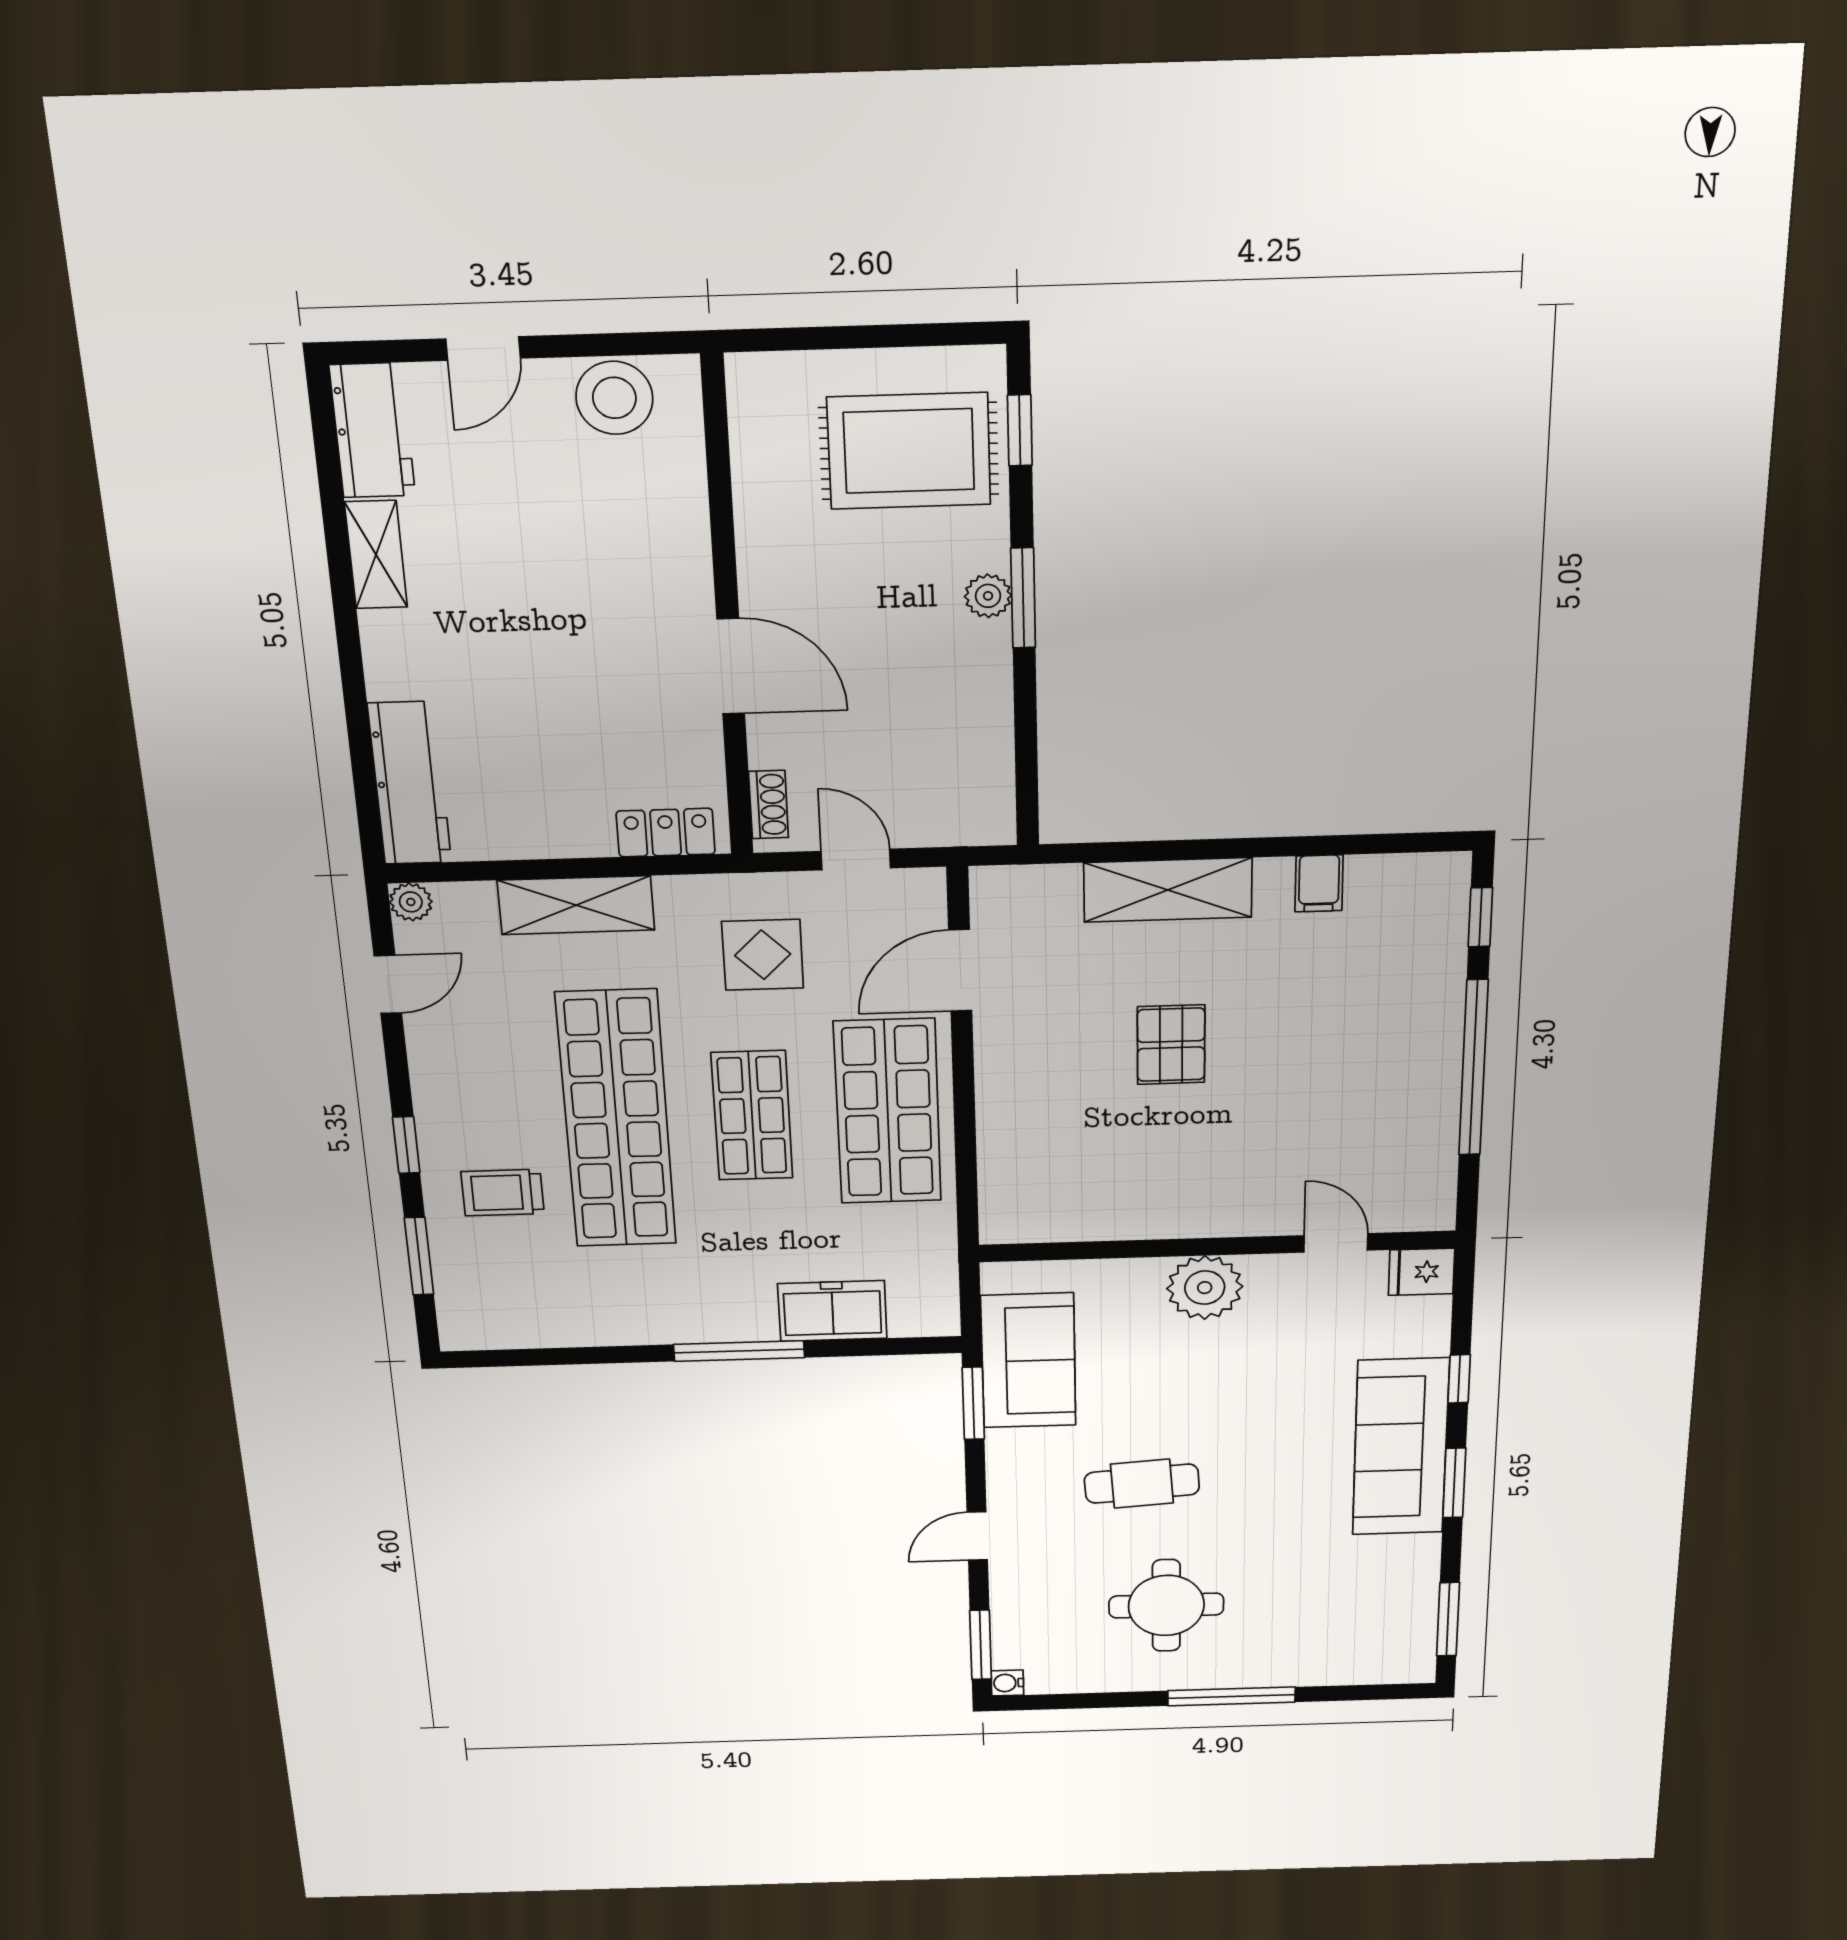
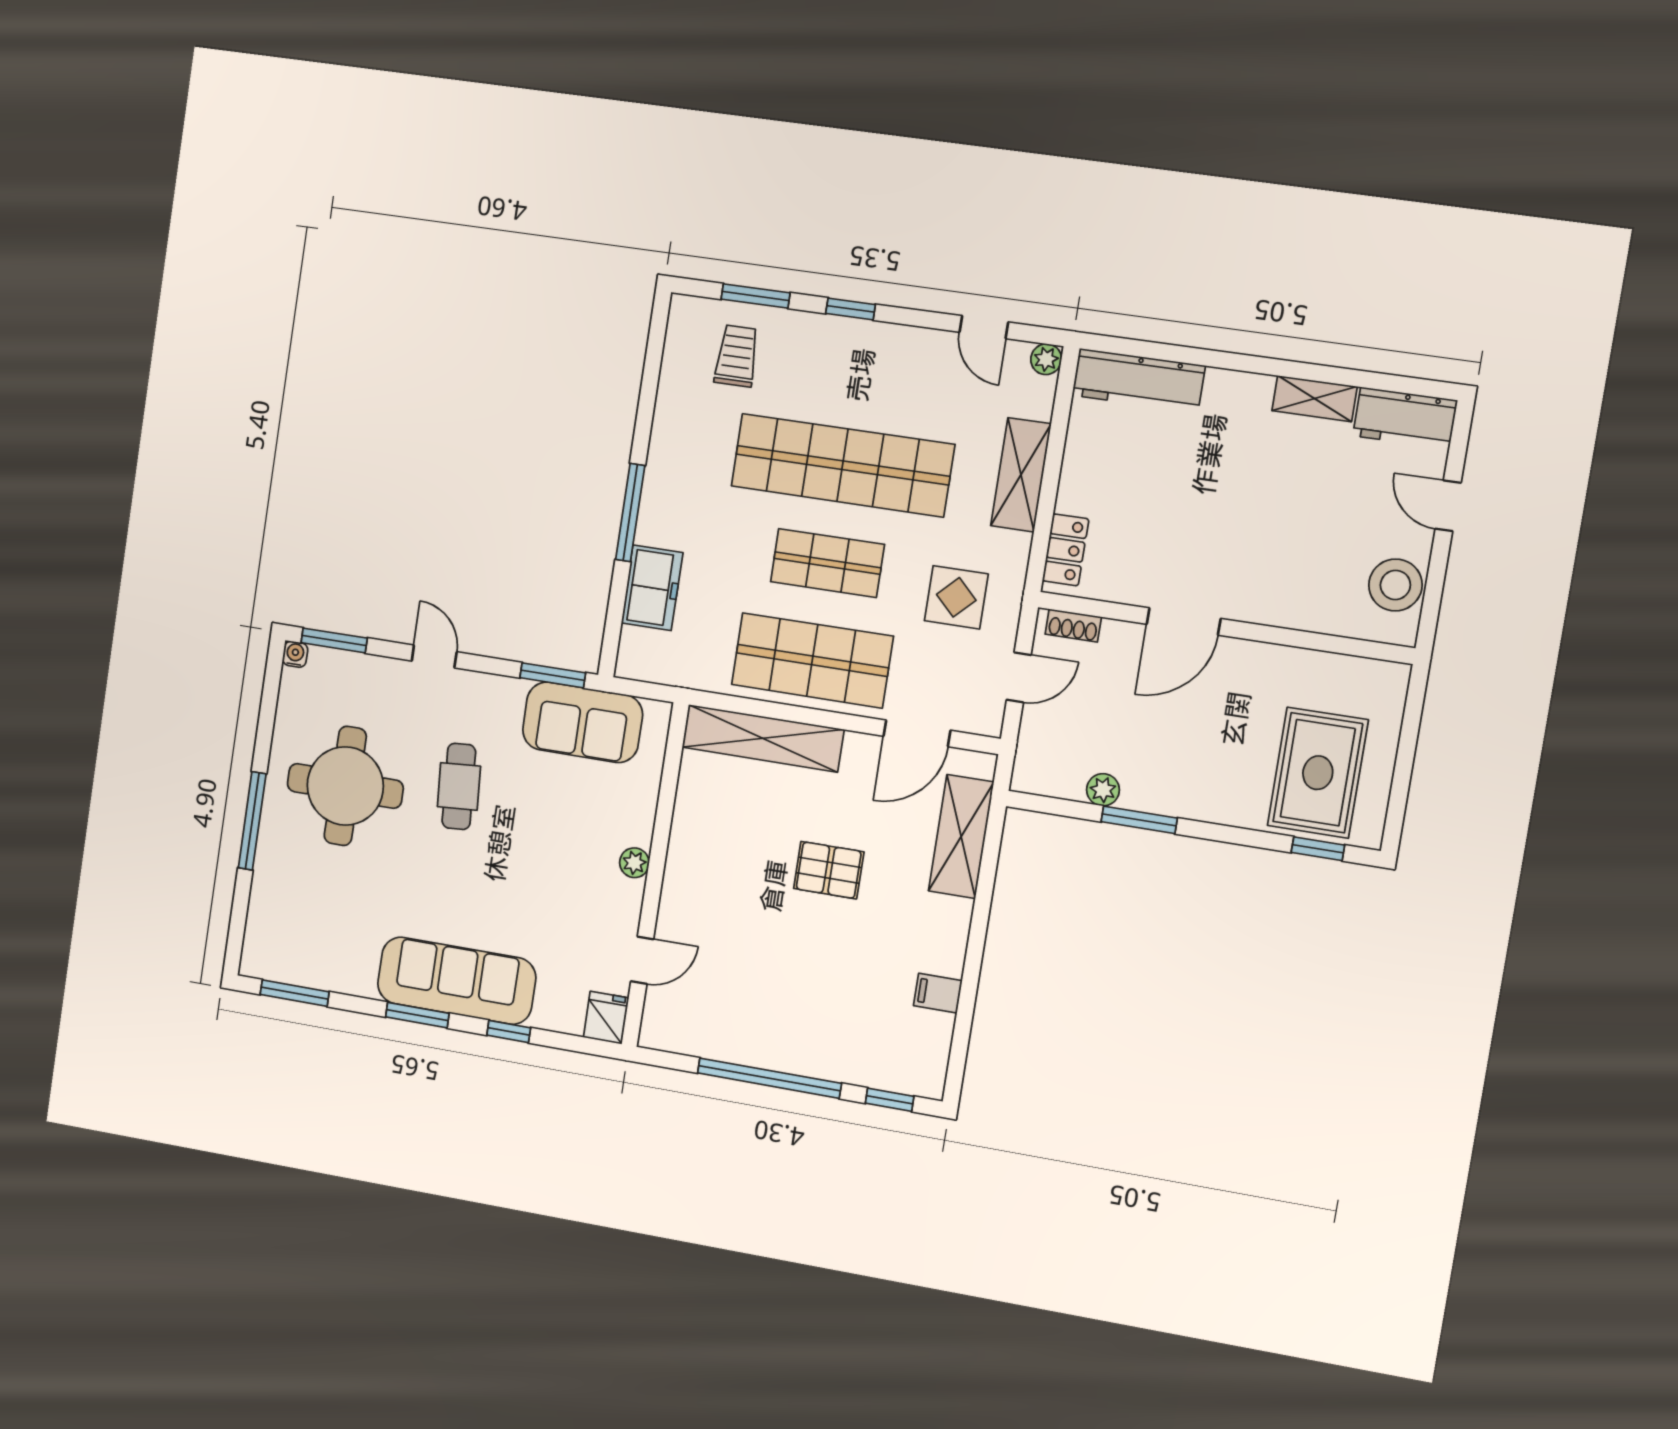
plant: (988, 596) -> (1103, 790), moved
window: (1023, 598) -> (1139, 820), moved
shelving: (1168, 890) -> (961, 837), moved
door: (960, 970) -> (917, 733), swing flipped
shelving: (1006, 1152) -> (763, 738), added
trolley: (503, 1193) -> (737, 356), moved
plant: (1205, 1288) -> (634, 863), width x0.53, depth x0.53
round table: (1166, 1605) -> (345, 786), width x1.36, depth x1.36

